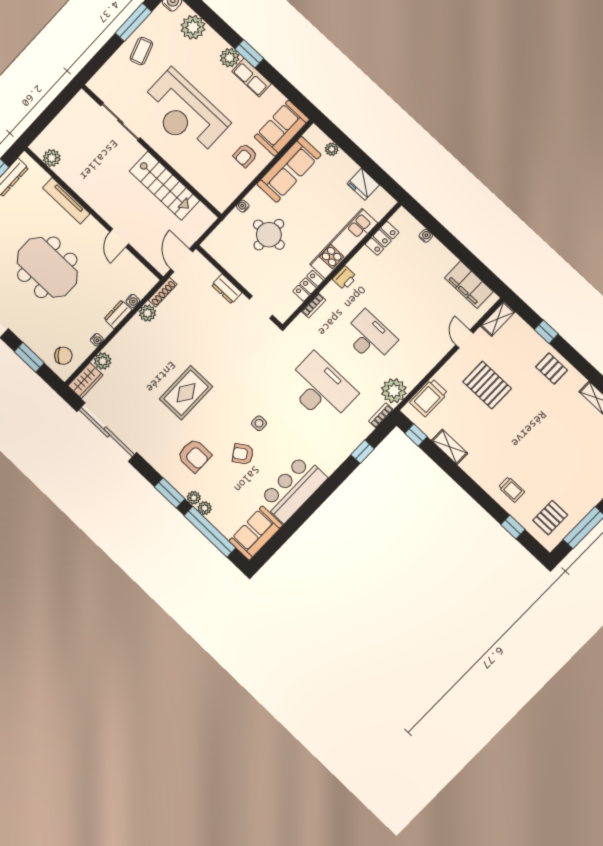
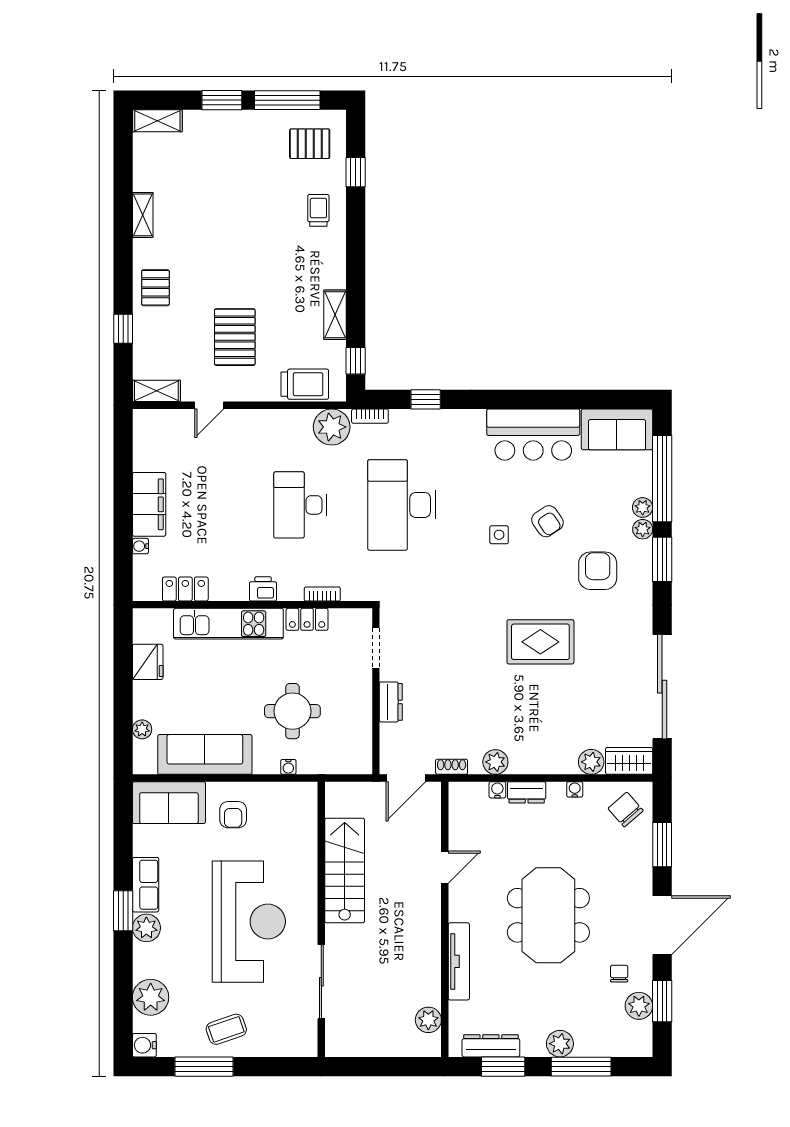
armchair: (245, 155) -> (233, 815), turned 90
filing cabinet: (469, 285) -> (149, 504), moved
shoe rack: (163, 292) -> (452, 767), width x0.70

